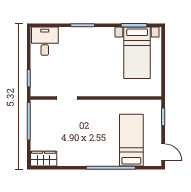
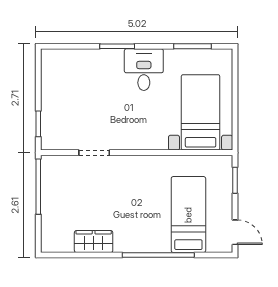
desk: (45, 41) -> (144, 70), moved
bed with nightstands: (137, 53) -> (201, 112), moved, turned 180
wardrobe: (44, 159) -> (94, 242), moved

